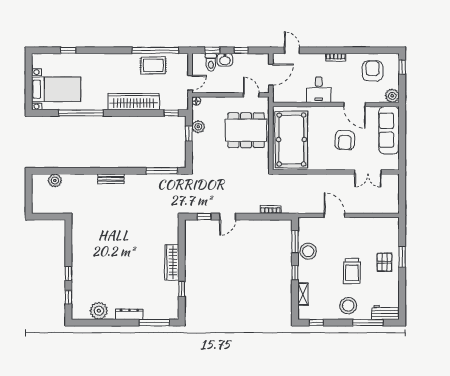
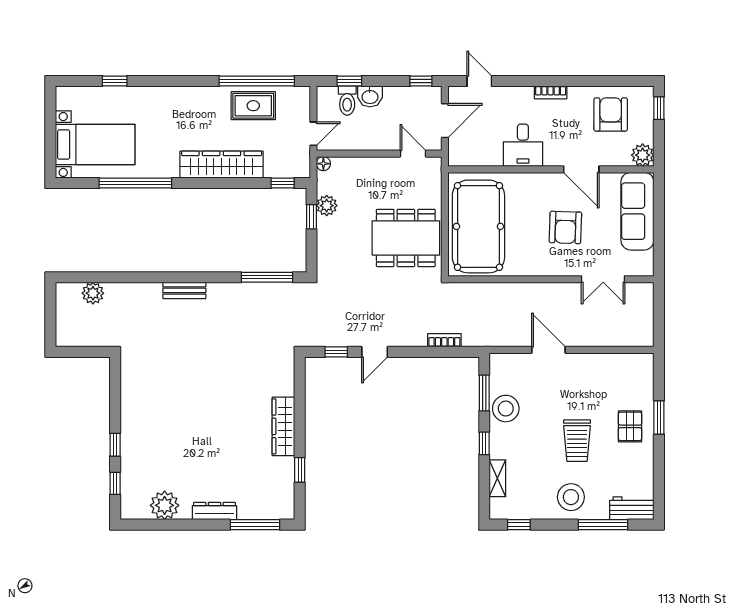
window: (241, 50) -> (421, 81), moved
dining table: (246, 130) -> (406, 238), moved

